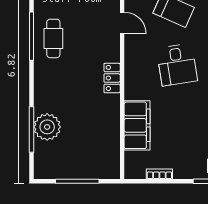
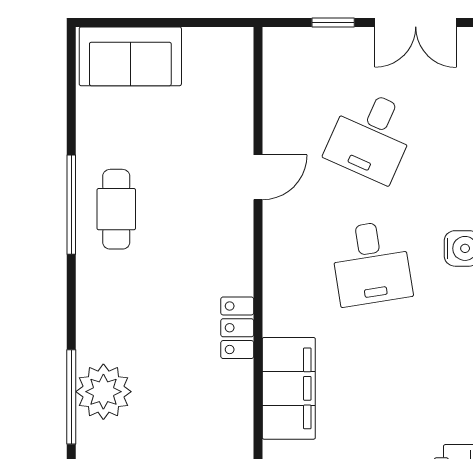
door: (122, 23) -> (258, 177), hinge flipped
locker: (112, 78) -> (237, 328), moved

